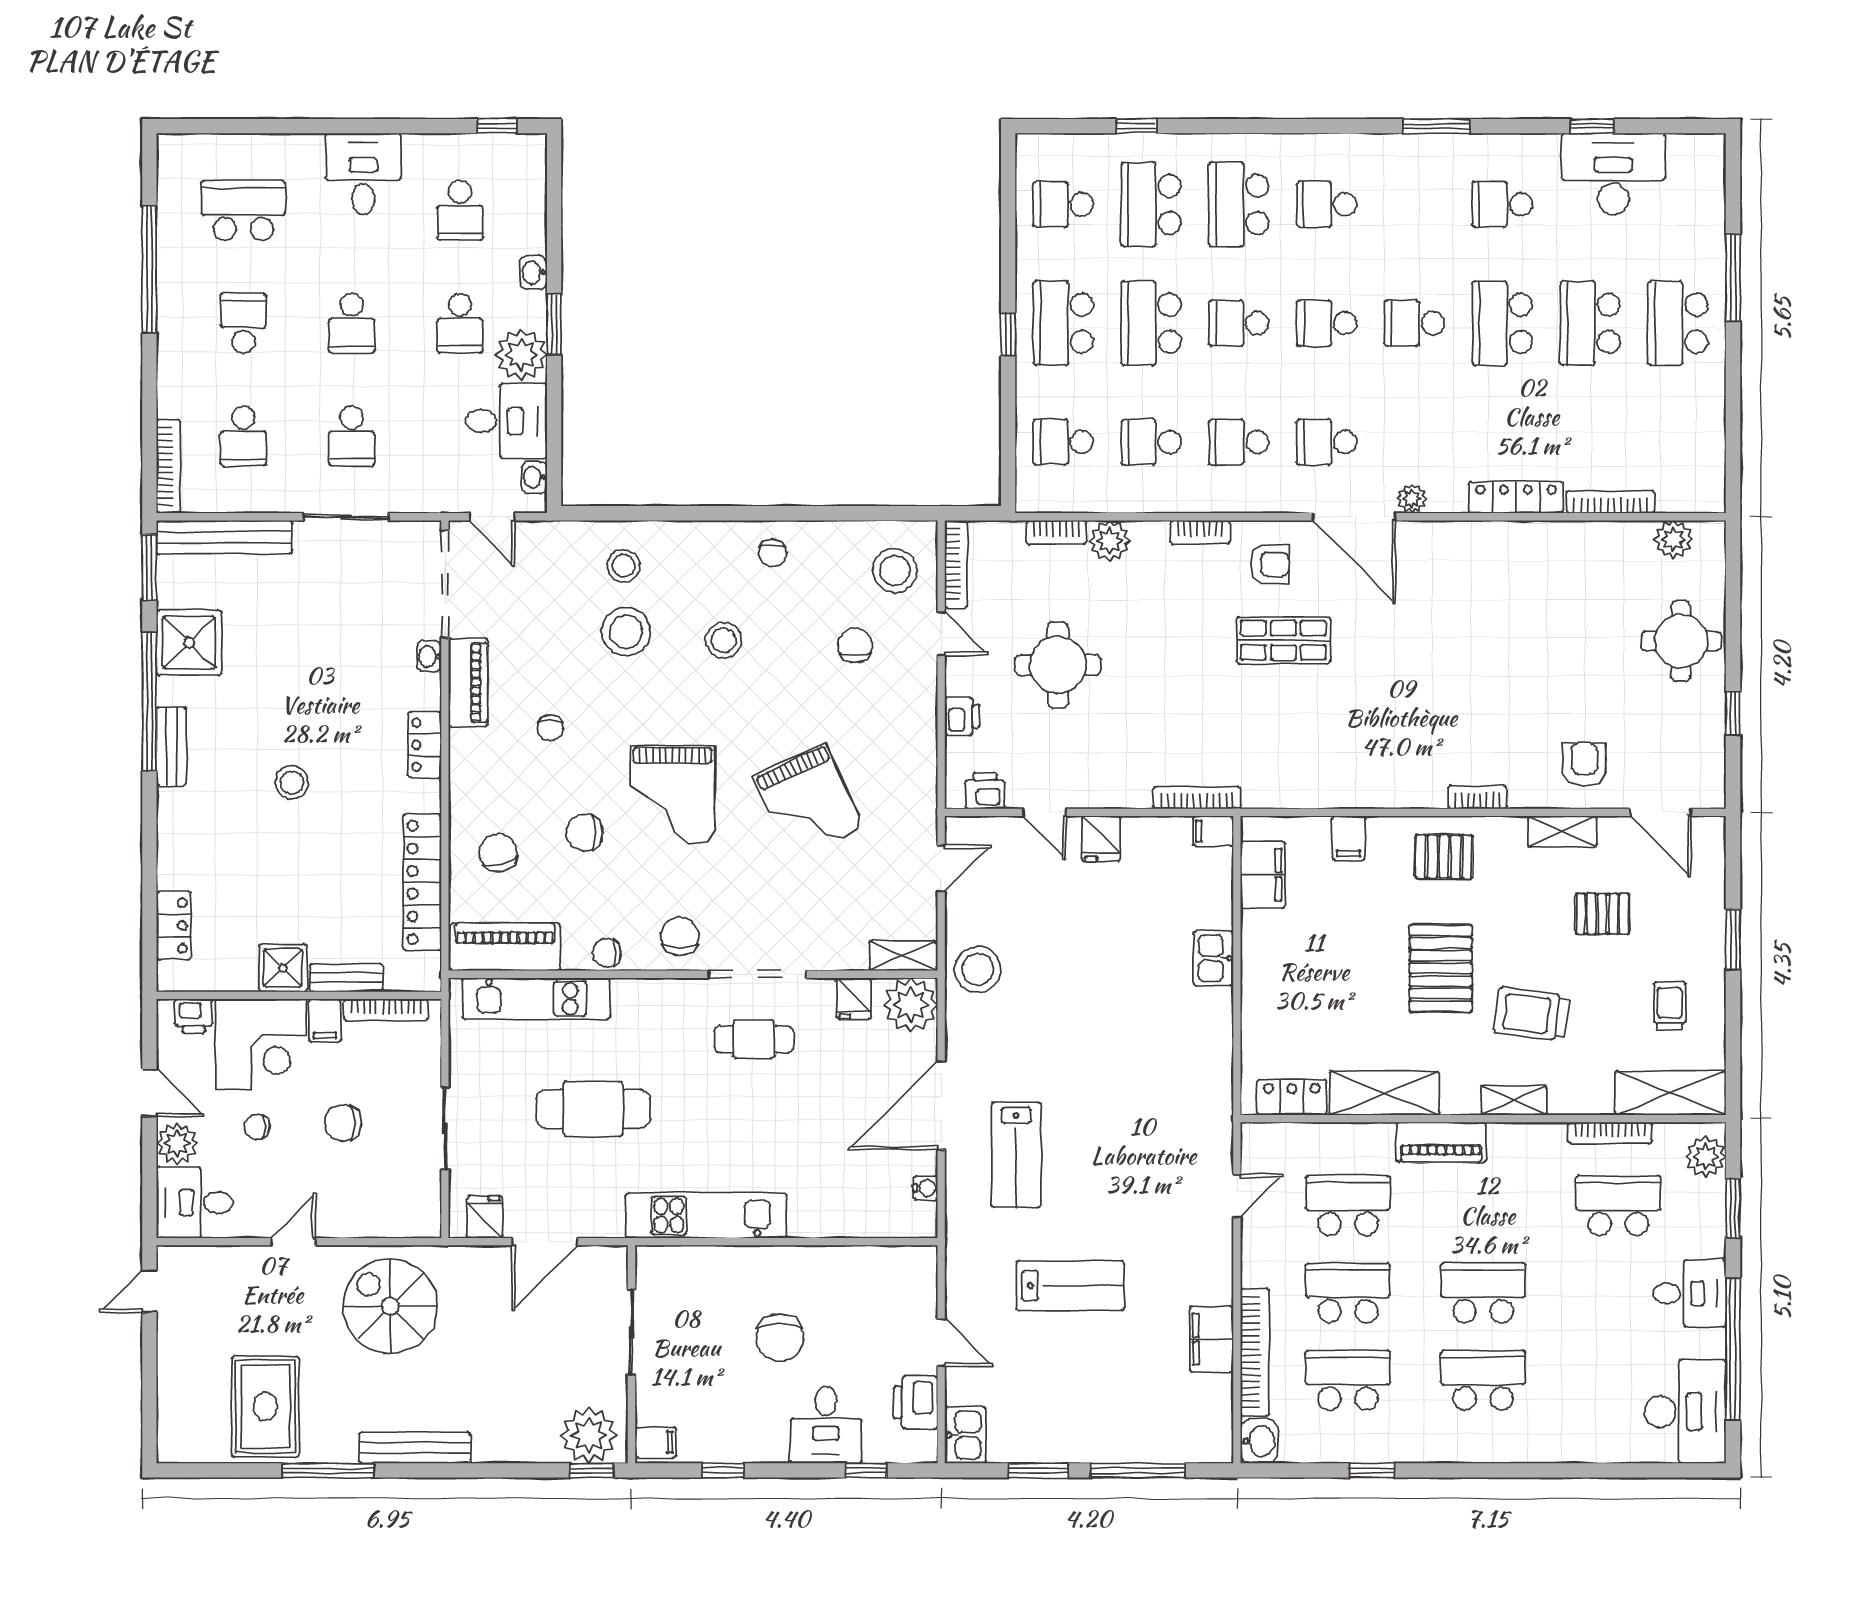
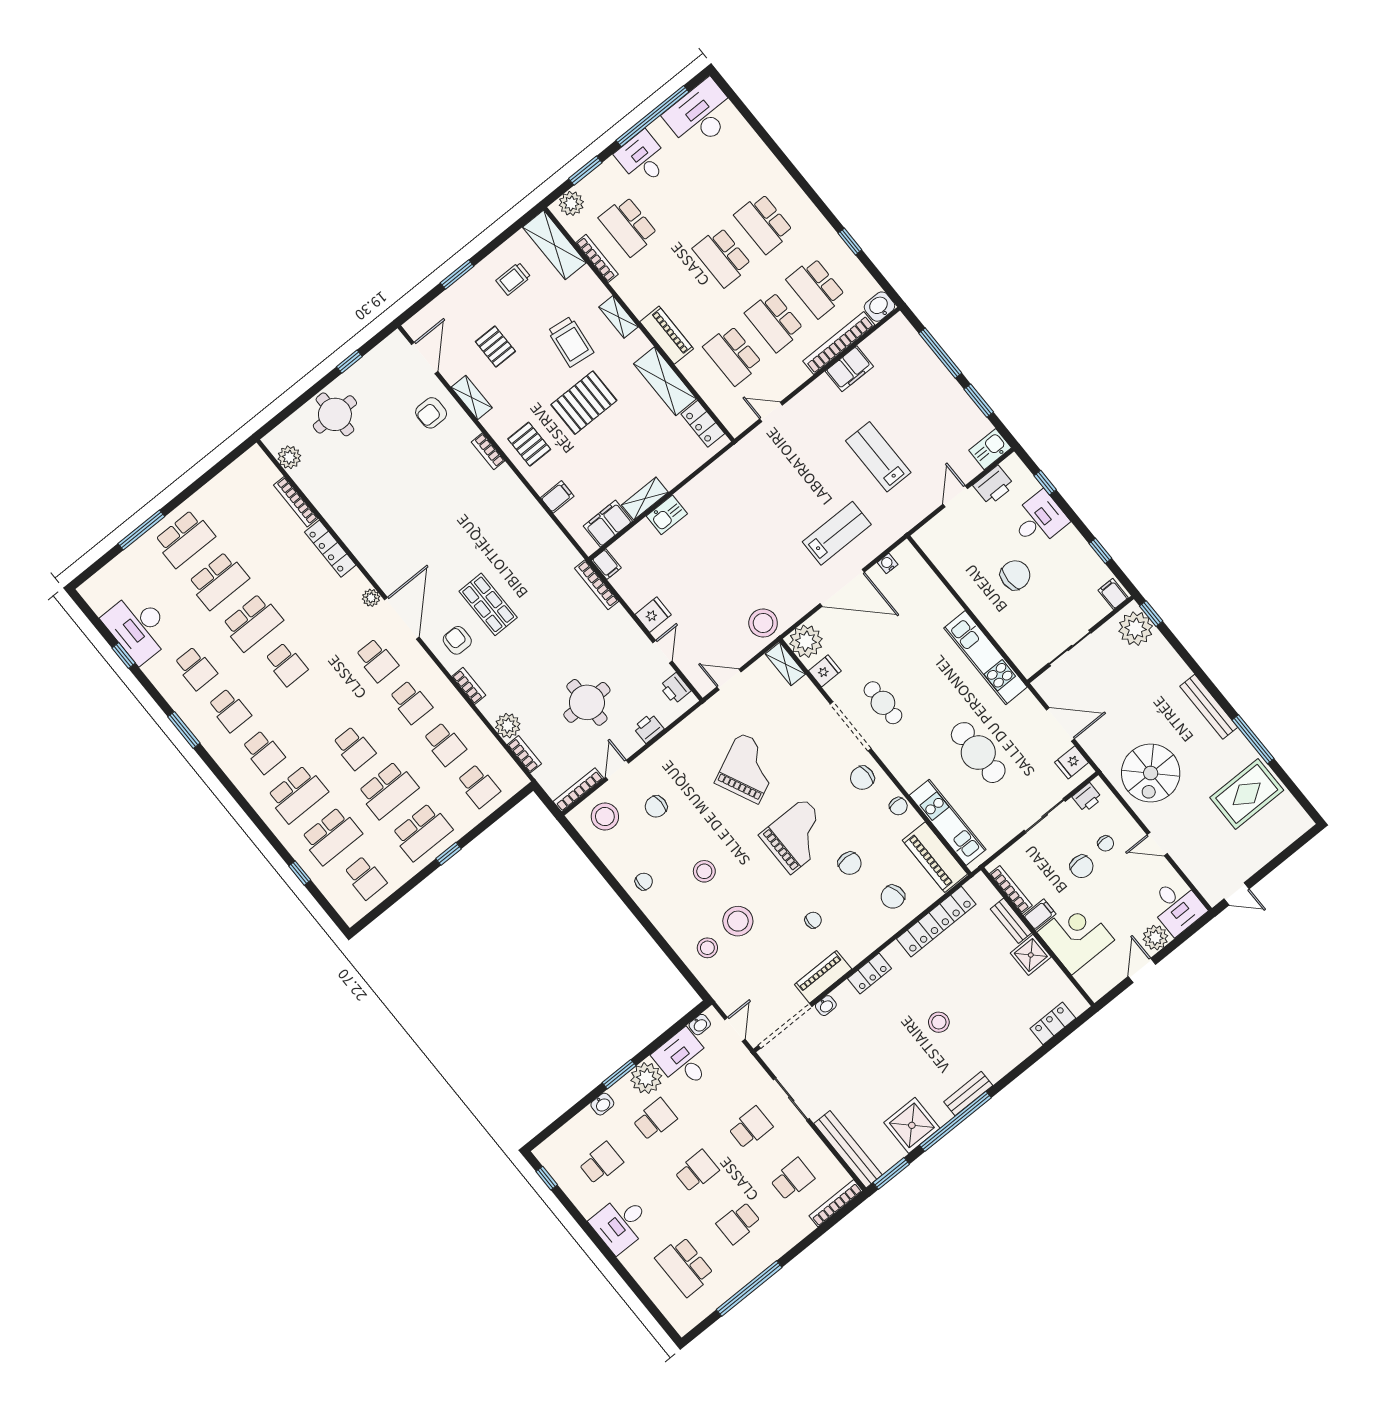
school desk: (1327, 323) -> (230, 710), moved
shelving: (1257, 947) -> (645, 499), added
printer: (194, 1016) -> (1087, 798), moved, turned 90
chair: (257, 1127) -> (1106, 843), moved

